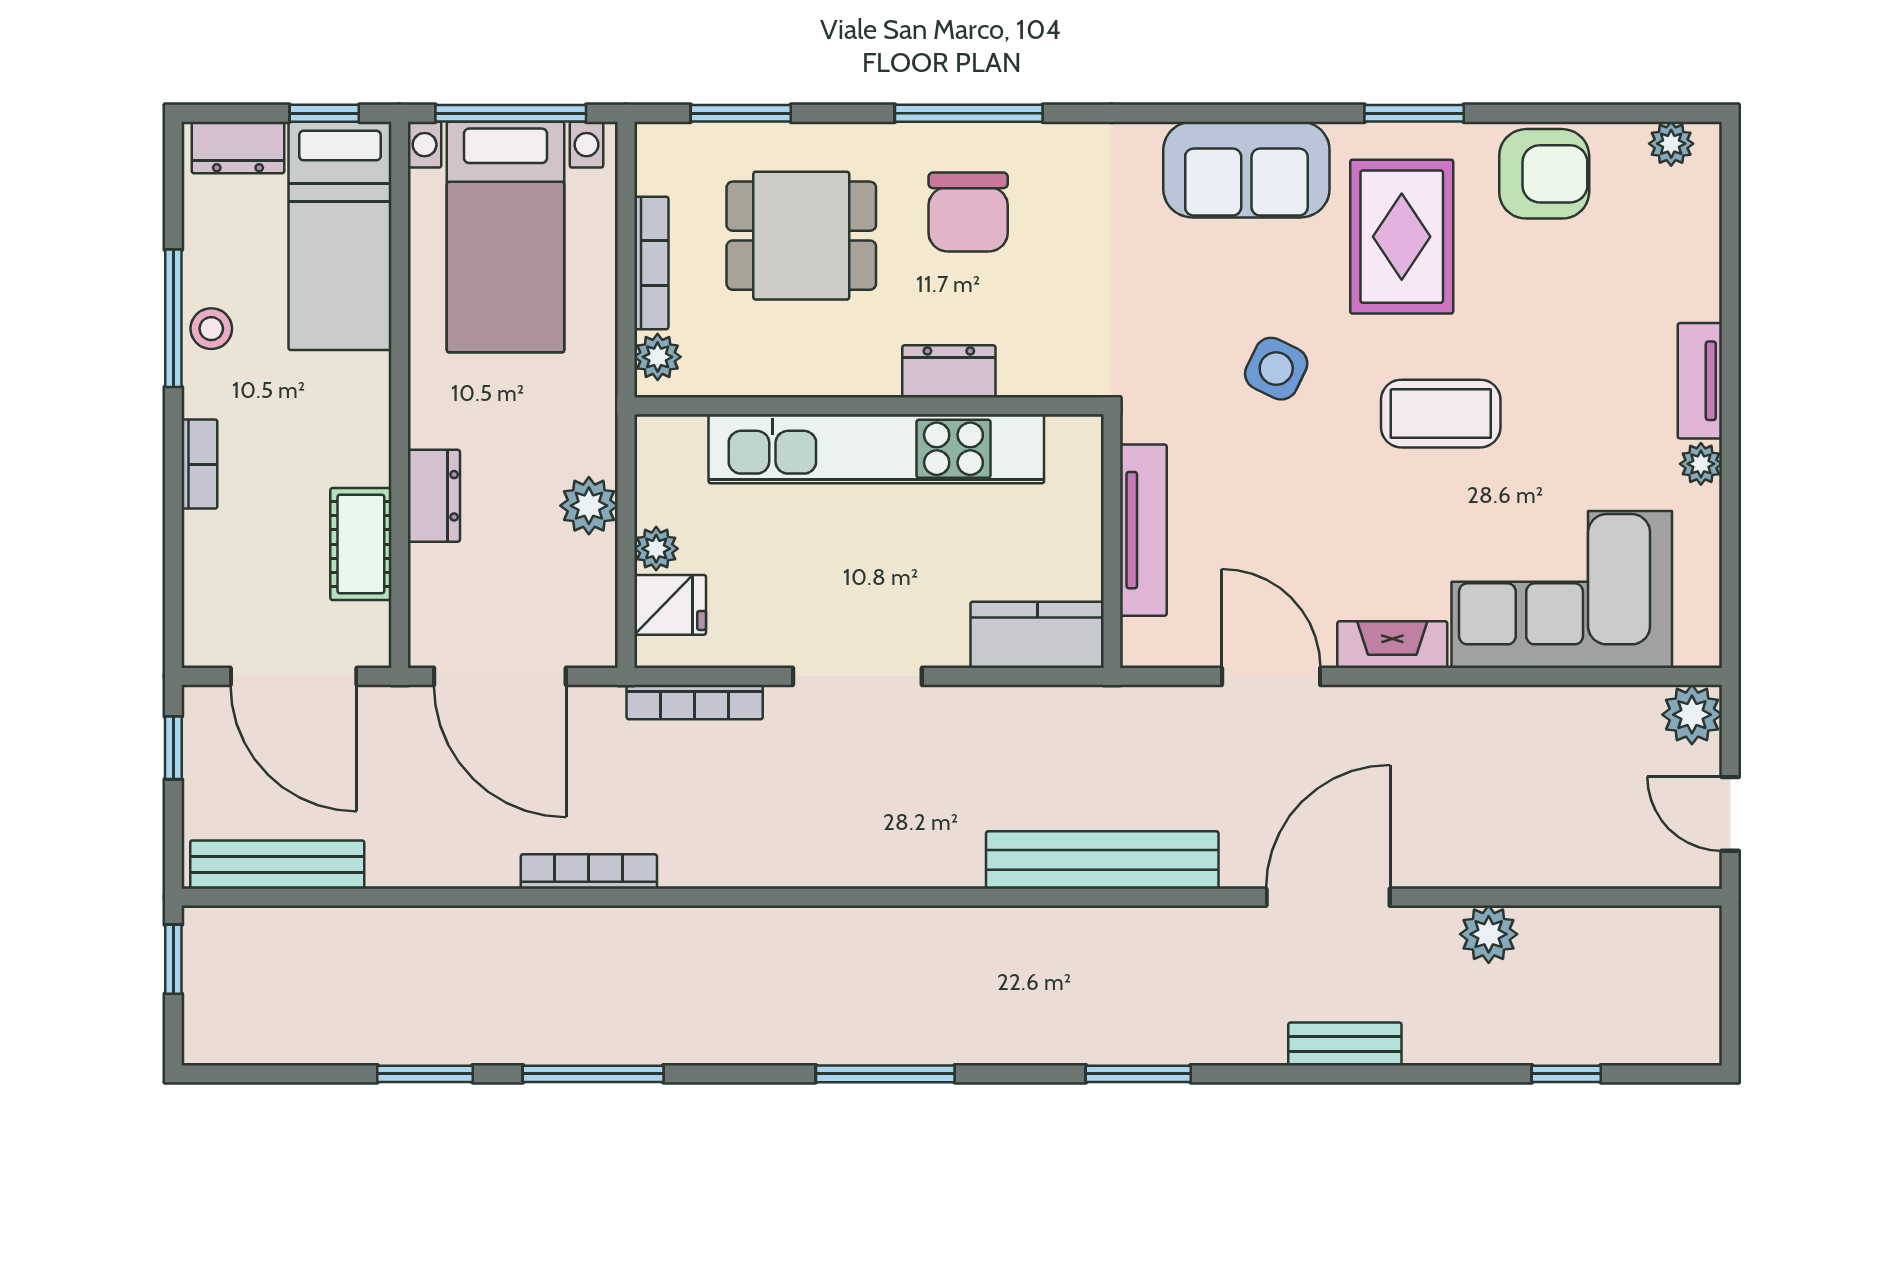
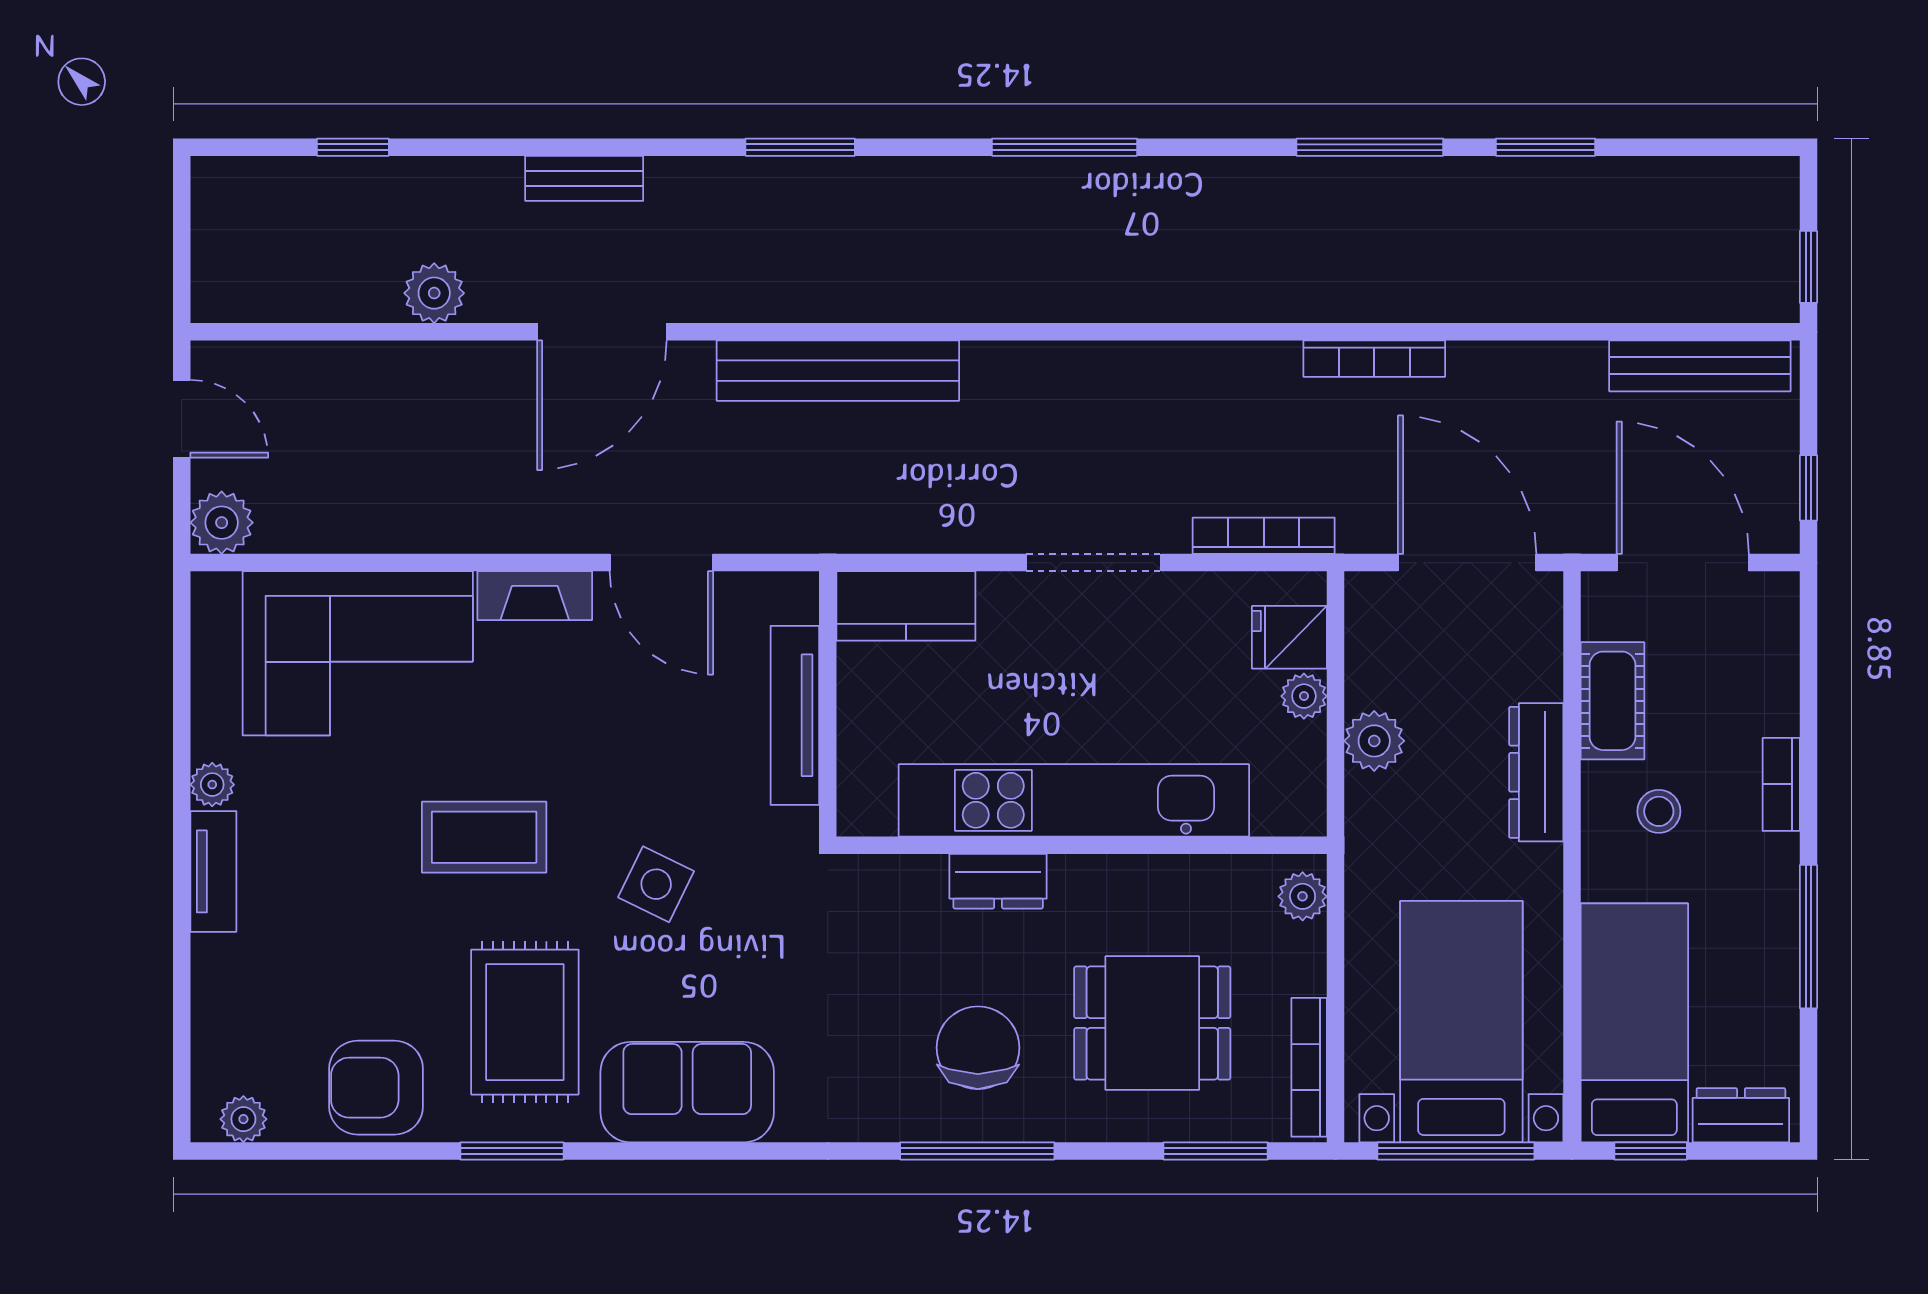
bookcase: (651, 263) -> (1309, 1067), moved
stool: (211, 329) -> (1659, 811), moved
dresser: (434, 496) -> (1536, 772), width x1.44

